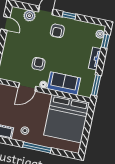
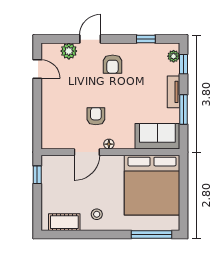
window: (69, 15) -> (146, 39), moved
sofa: (64, 83) -> (157, 136), moved
window: (96, 85) -> (183, 109), moved
window: (37, 148) -> (151, 234), moved

